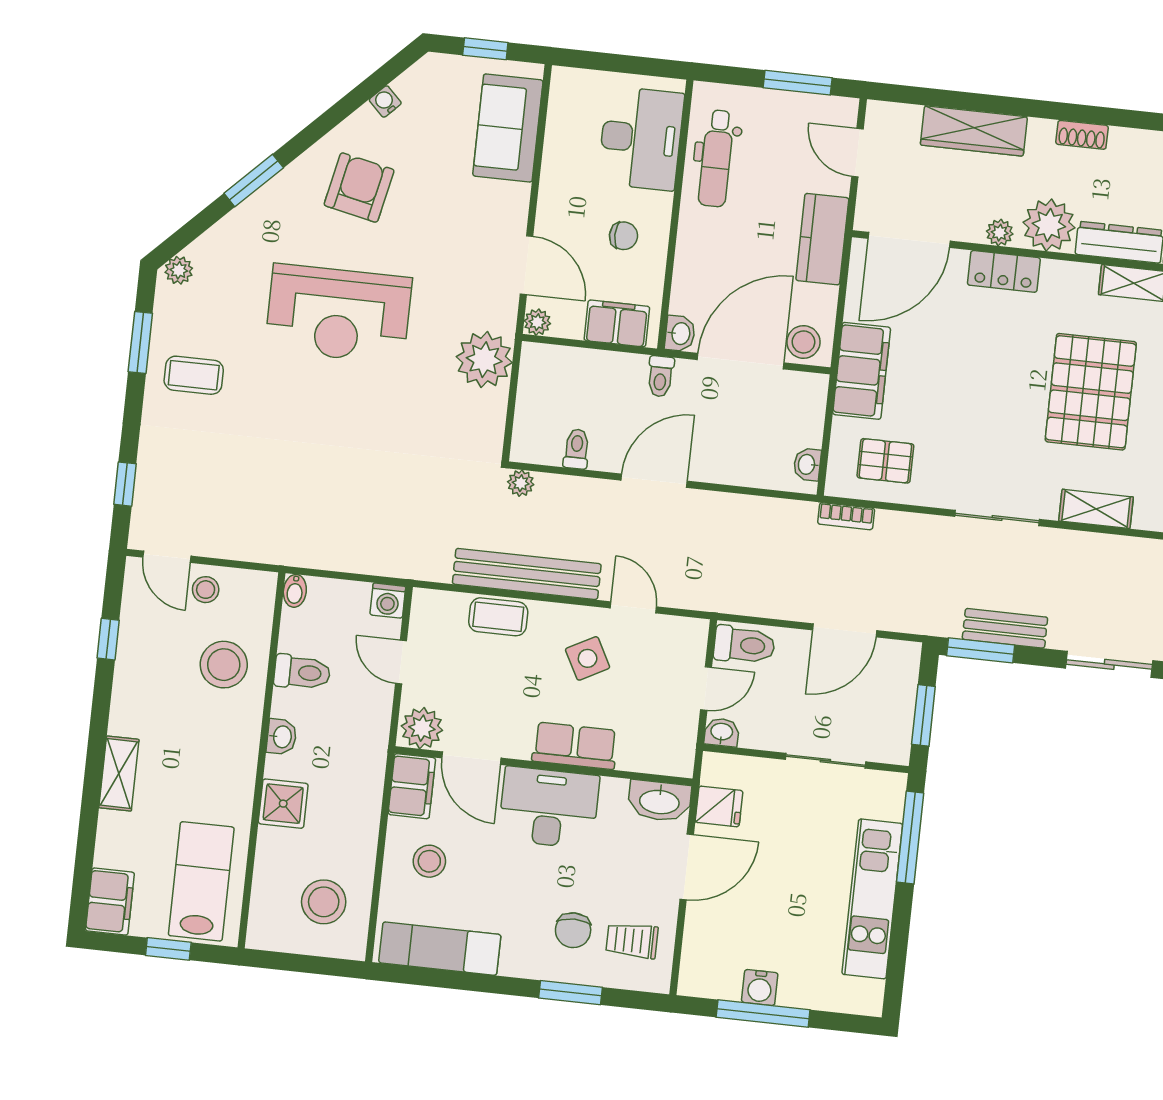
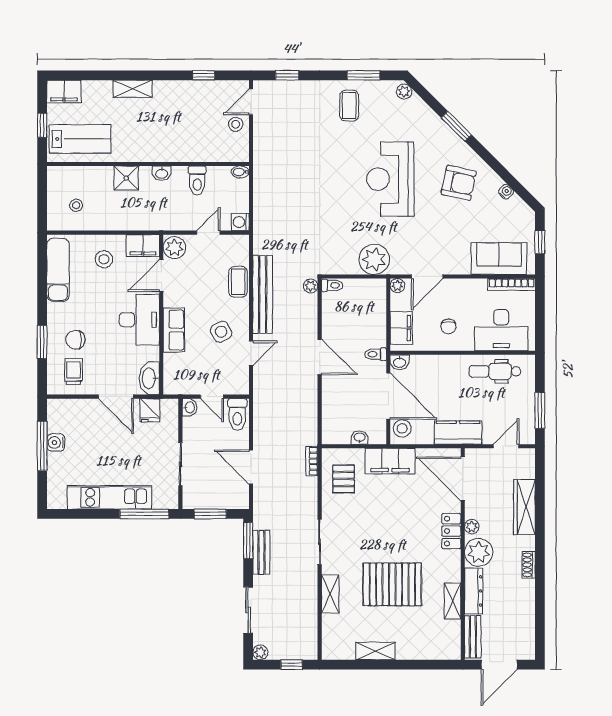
bookcase: (558, 110) -> (512, 284), added
toilet: (577, 449) -> (332, 285), moved
washbasin: (807, 464) -> (360, 438), moved
stool: (224, 665) -> (197, 138), removed
stool: (324, 902) -> (76, 205), width x0.53, depth x0.53

